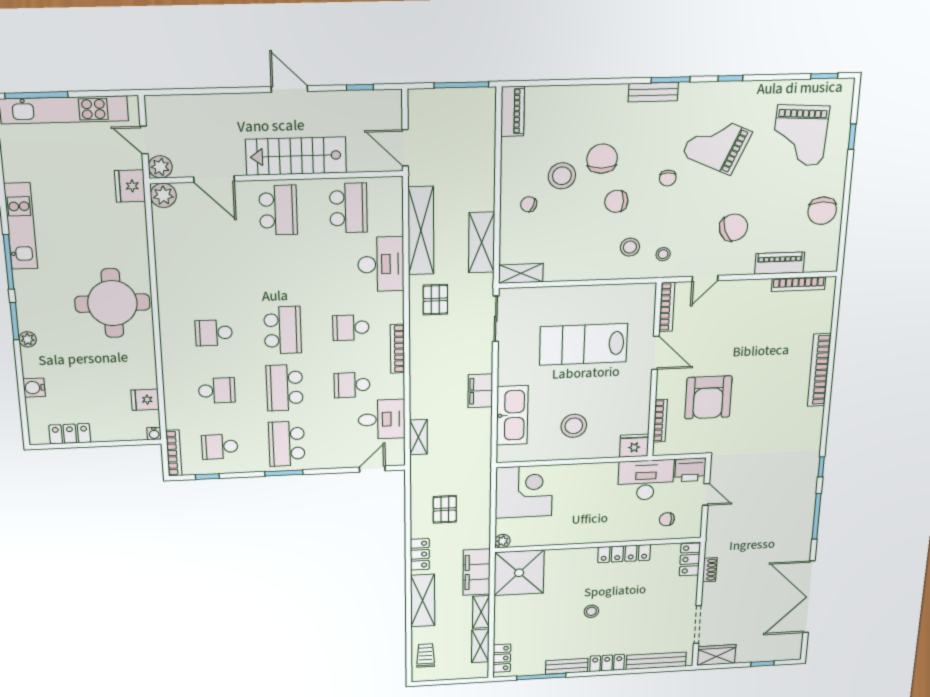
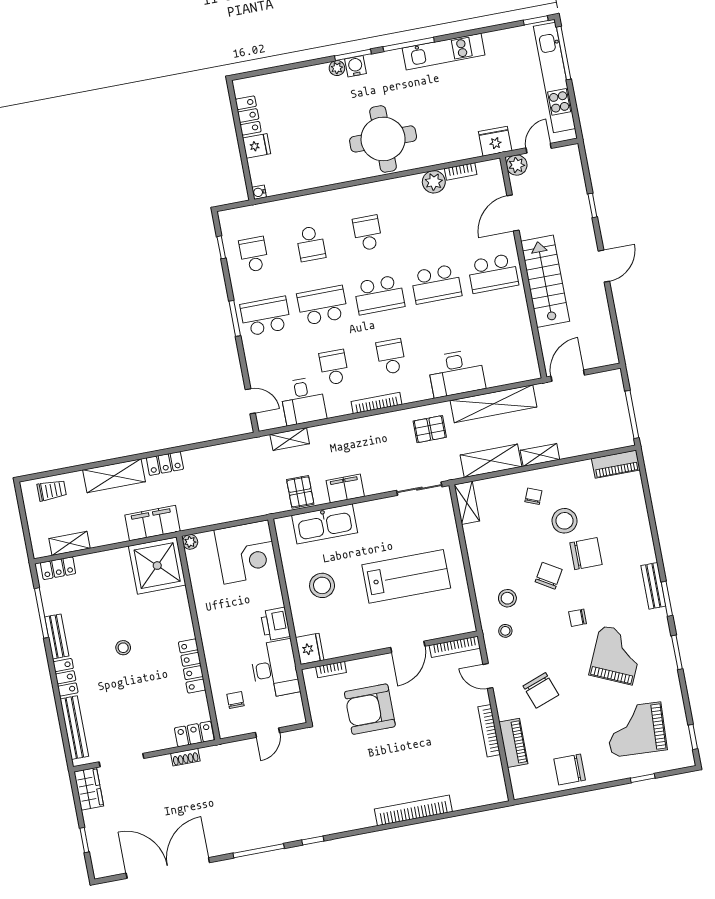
window: (730, 78) -> (677, 652), width x1.50
window: (360, 87) -> (592, 205), moved
plant: (163, 195) -> (434, 182), moved
chair: (616, 201) -> (549, 576), turned 31
school desk: (348, 208) -> (436, 284), moved
bookcase: (798, 284) -> (489, 731), moved
lab bench: (583, 344) -> (406, 576), turned 90
water cooler: (34, 388) -> (355, 66), moved
fridge: (145, 400) -> (257, 146), moved, turned 90
bookcase: (660, 421) -> (331, 670), width x0.64
bookcase: (174, 453) -> (461, 172), moved, width x0.64
printer: (690, 470) -> (275, 624), moved
pallet: (445, 509) -> (300, 492), moved, turned 90
shelving: (481, 612) -> (540, 455), moved

